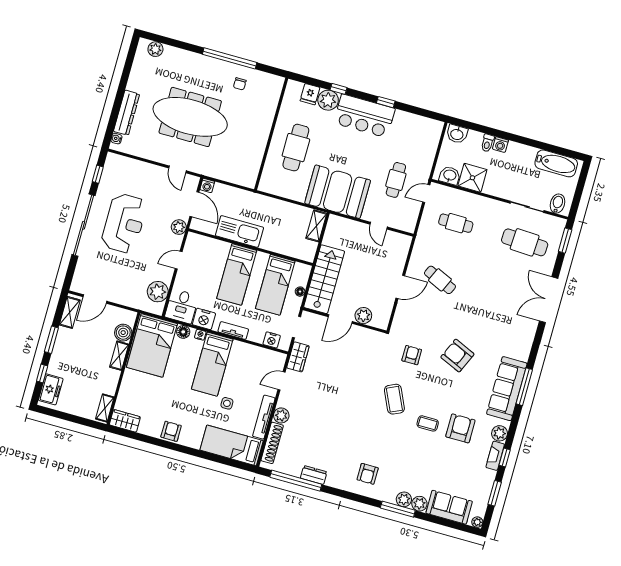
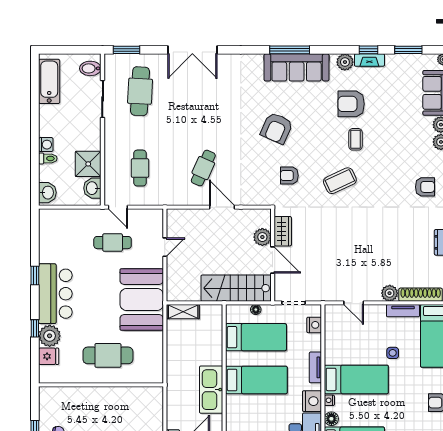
wardrobe: (298, 357) -> (283, 231), moved, turned 90
tv unit: (264, 417) -> (403, 311), width x0.71

